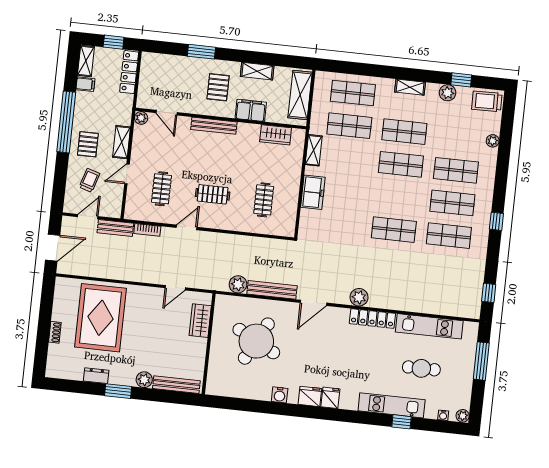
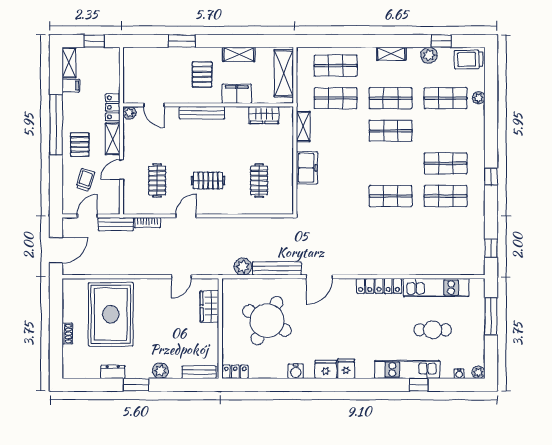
locker: (129, 72) -> (113, 107), moved, width x0.66
shop shelf: (456, 170) -> (446, 98), moved
plant: (359, 297) -> (364, 266), removed
bench: (176, 385) -> (199, 372), width x0.73
locker: (219, 389) -> (235, 372), added

